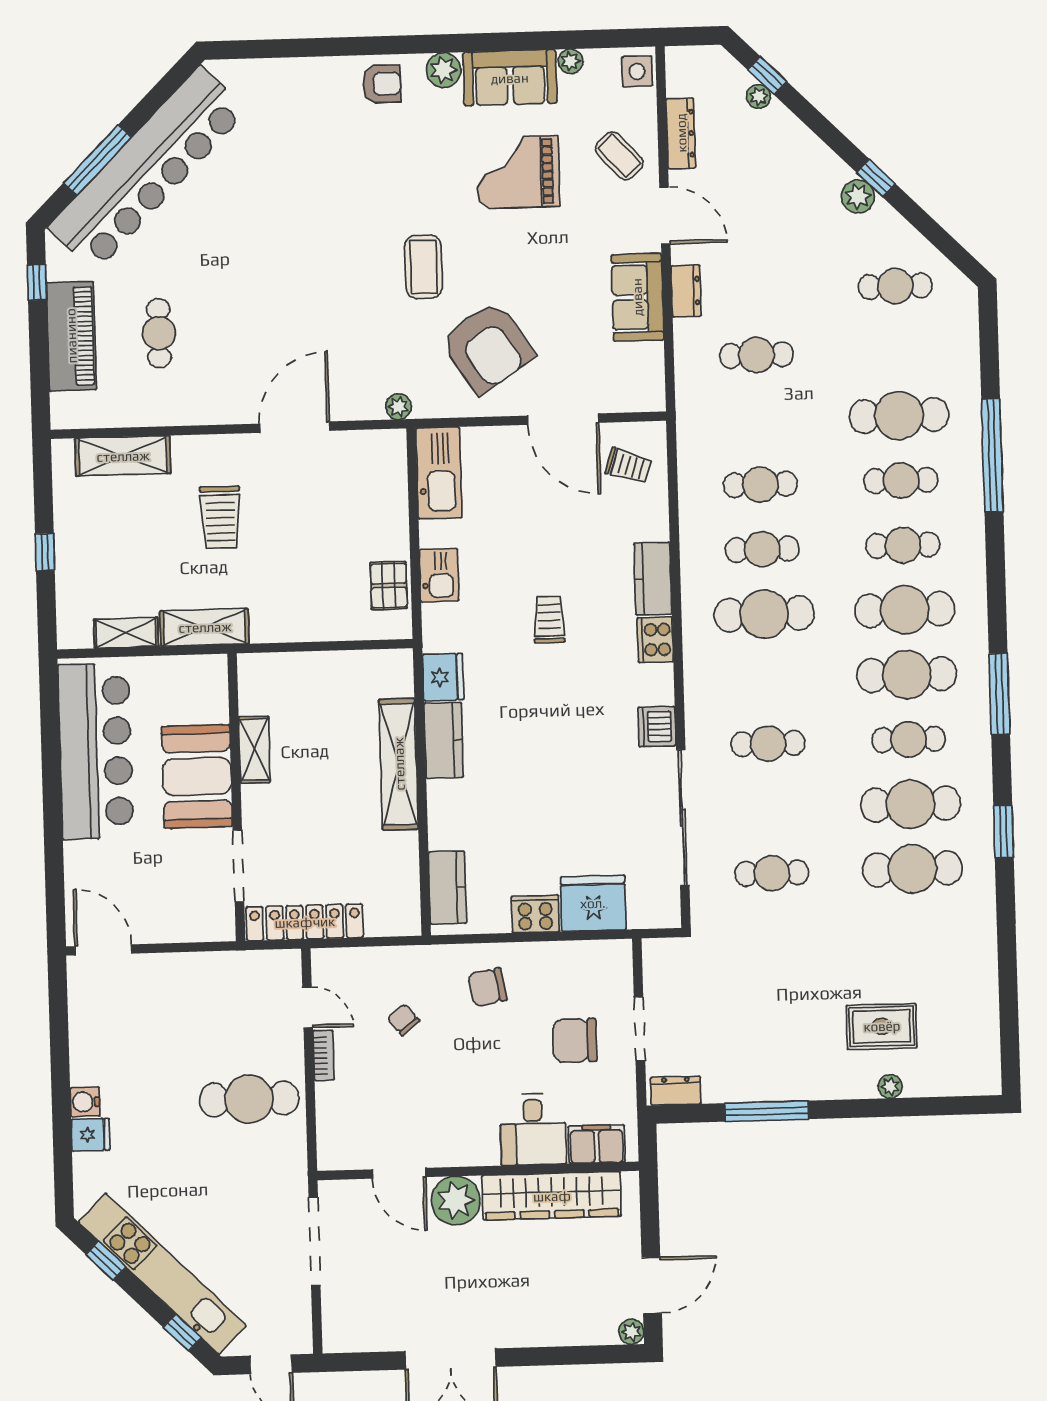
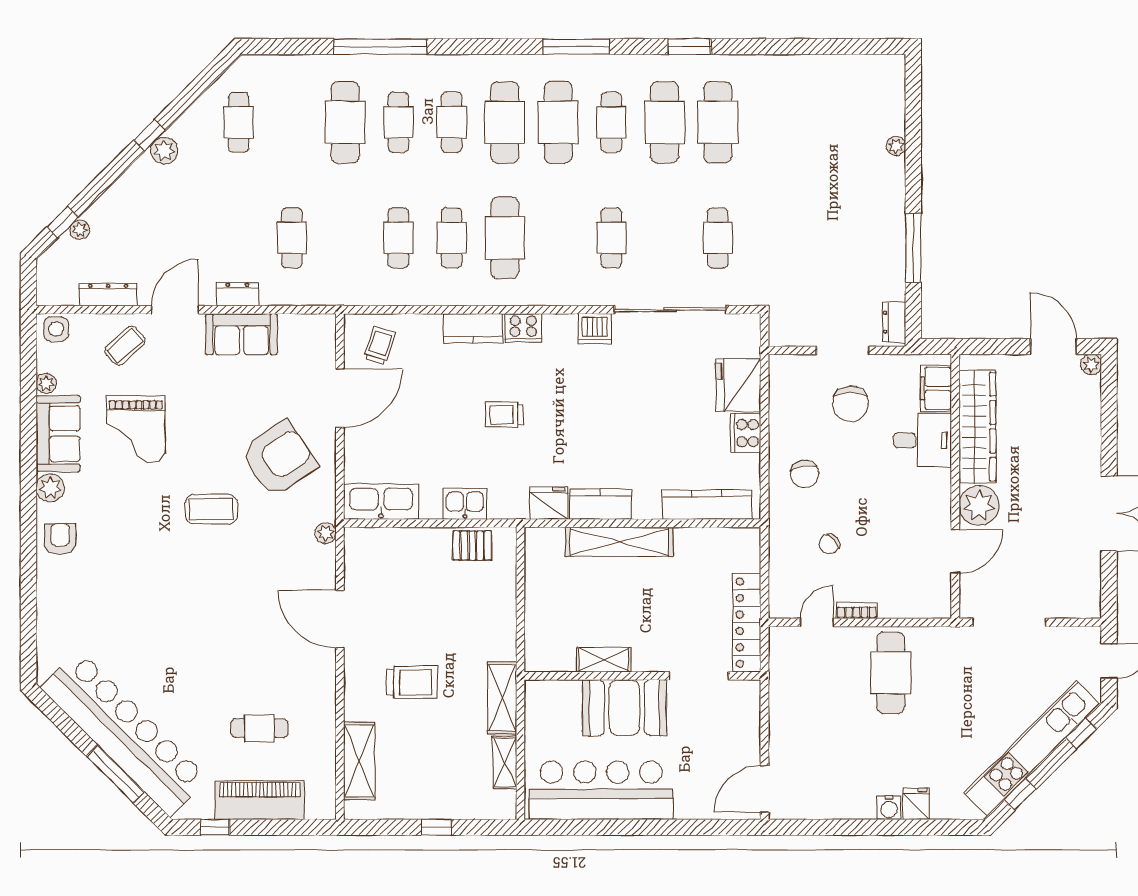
kitchen counter: (447, 888) -> (707, 505), width x1.50
rug: (882, 1026) -> (846, 151), removed

